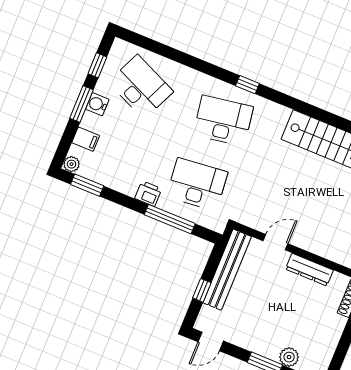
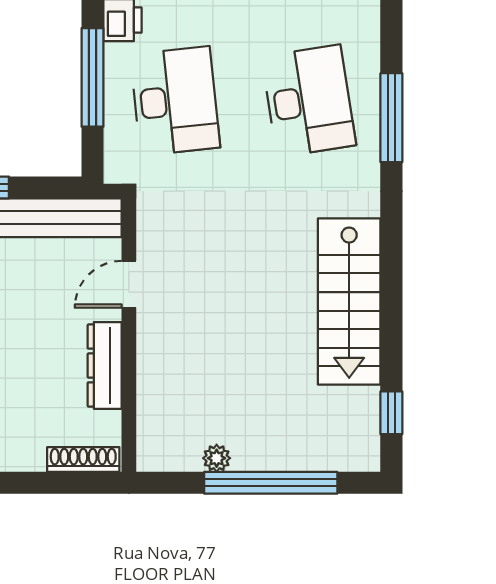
window: (247, 85) -> (391, 118), width x2.17
door: (275, 242) -> (129, 284), swing flipped

